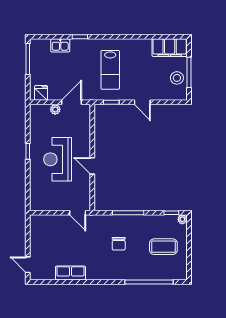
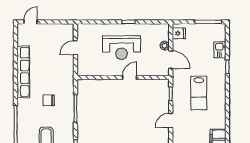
lab bench: (110, 70) -> (199, 93), turned -90
reception desk: (58, 159) -> (122, 48), turned 180
door: (92, 166) -> (130, 78), moved
door: (78, 213) -> (75, 48), moved
row of seats: (70, 273) -> (23, 72), width x2.02

